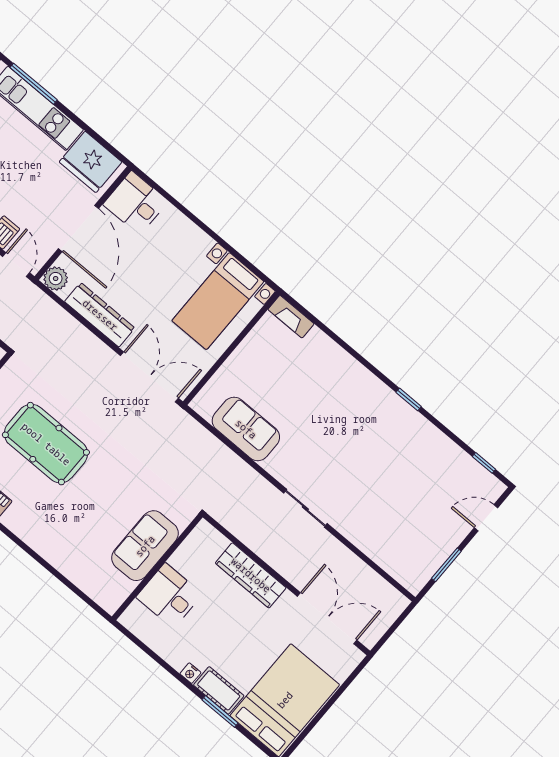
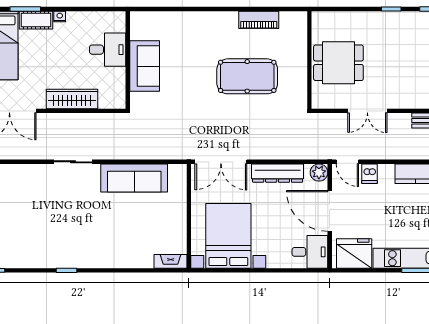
bed with nightstands: (218, 301) -> (228, 236), width x1.36
sofa: (246, 429) -> (134, 178), width x1.36

